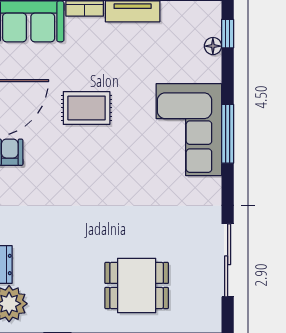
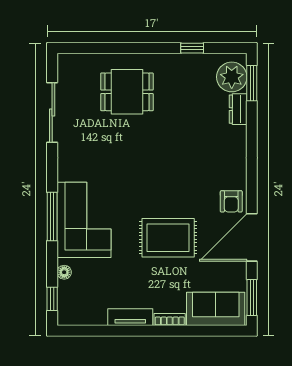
floor lamp: (213, 46) -> (64, 272), moved
rug: (87, 108) -> (168, 238), width x1.36, depth x1.43

